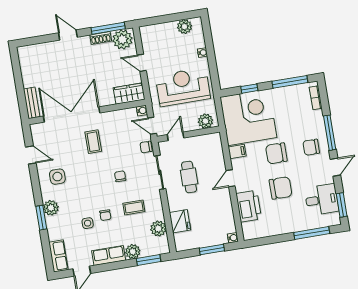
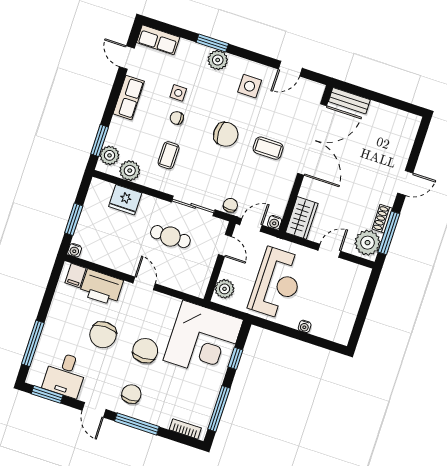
plant: (185, 27) -> (345, 321), removed
filing cabinet: (237, 152) -> (76, 275), moved
chair: (120, 176) -> (226, 134), moved, width x1.87, depth x1.87
plant: (133, 252) -> (109, 155), moved

